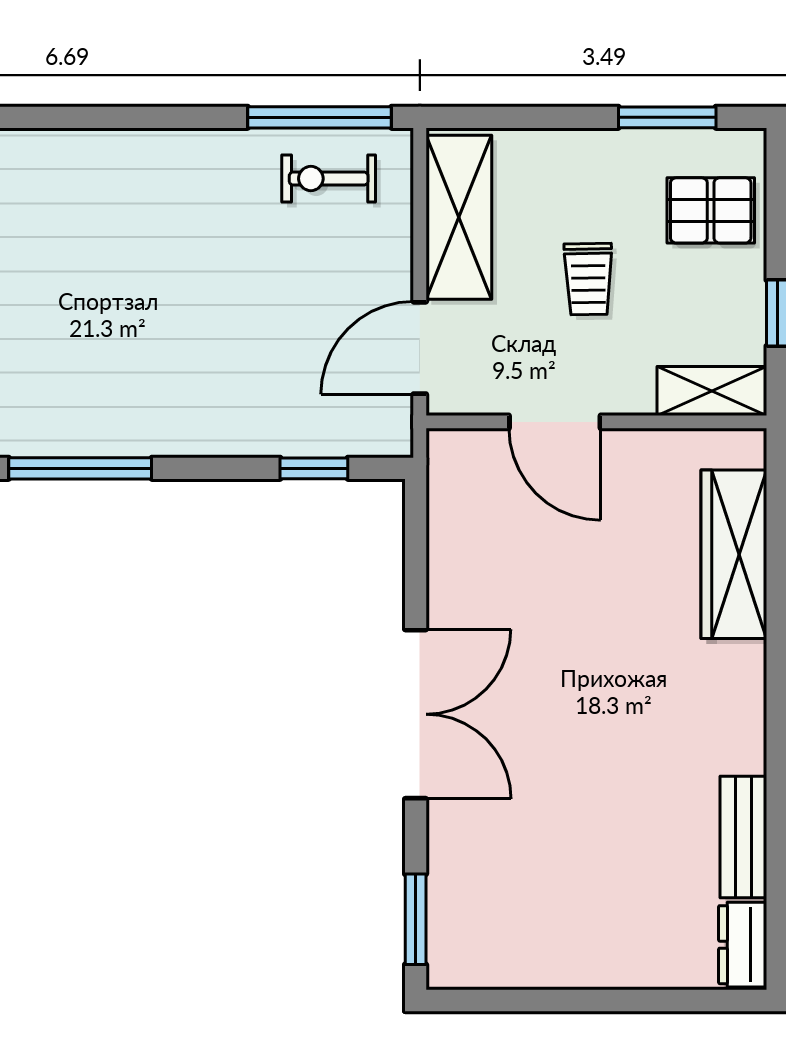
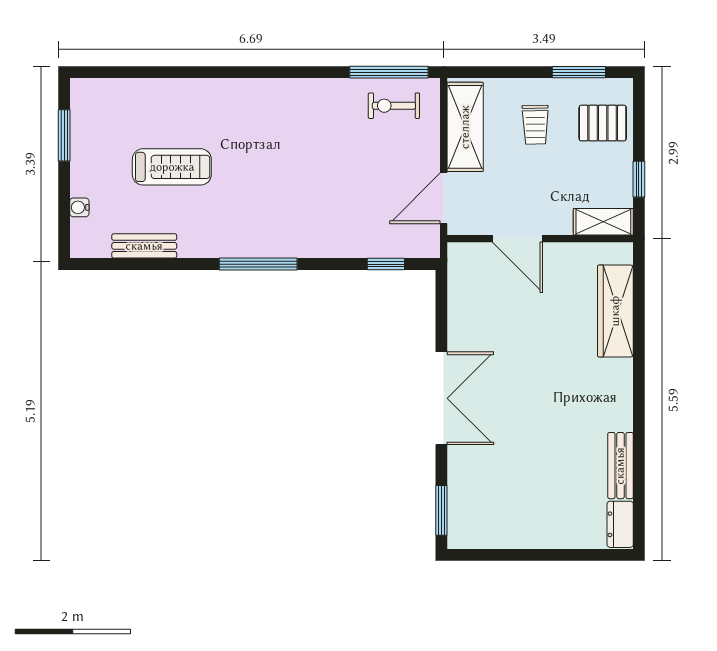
trolley: (588, 279) -> (535, 125), moved

